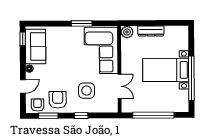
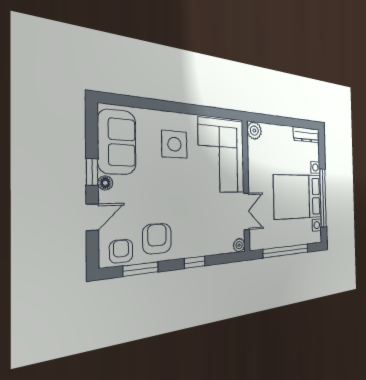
window: (82, 23) -> (194, 110), removed
dresser: (151, 31) -> (306, 135), moved
window: (23, 39) -> (92, 172), moved
bed with nightstands: (166, 70) -> (298, 197), width x1.36
side table: (87, 91) -> (174, 144), moved
plant: (113, 108) -> (239, 245), added

